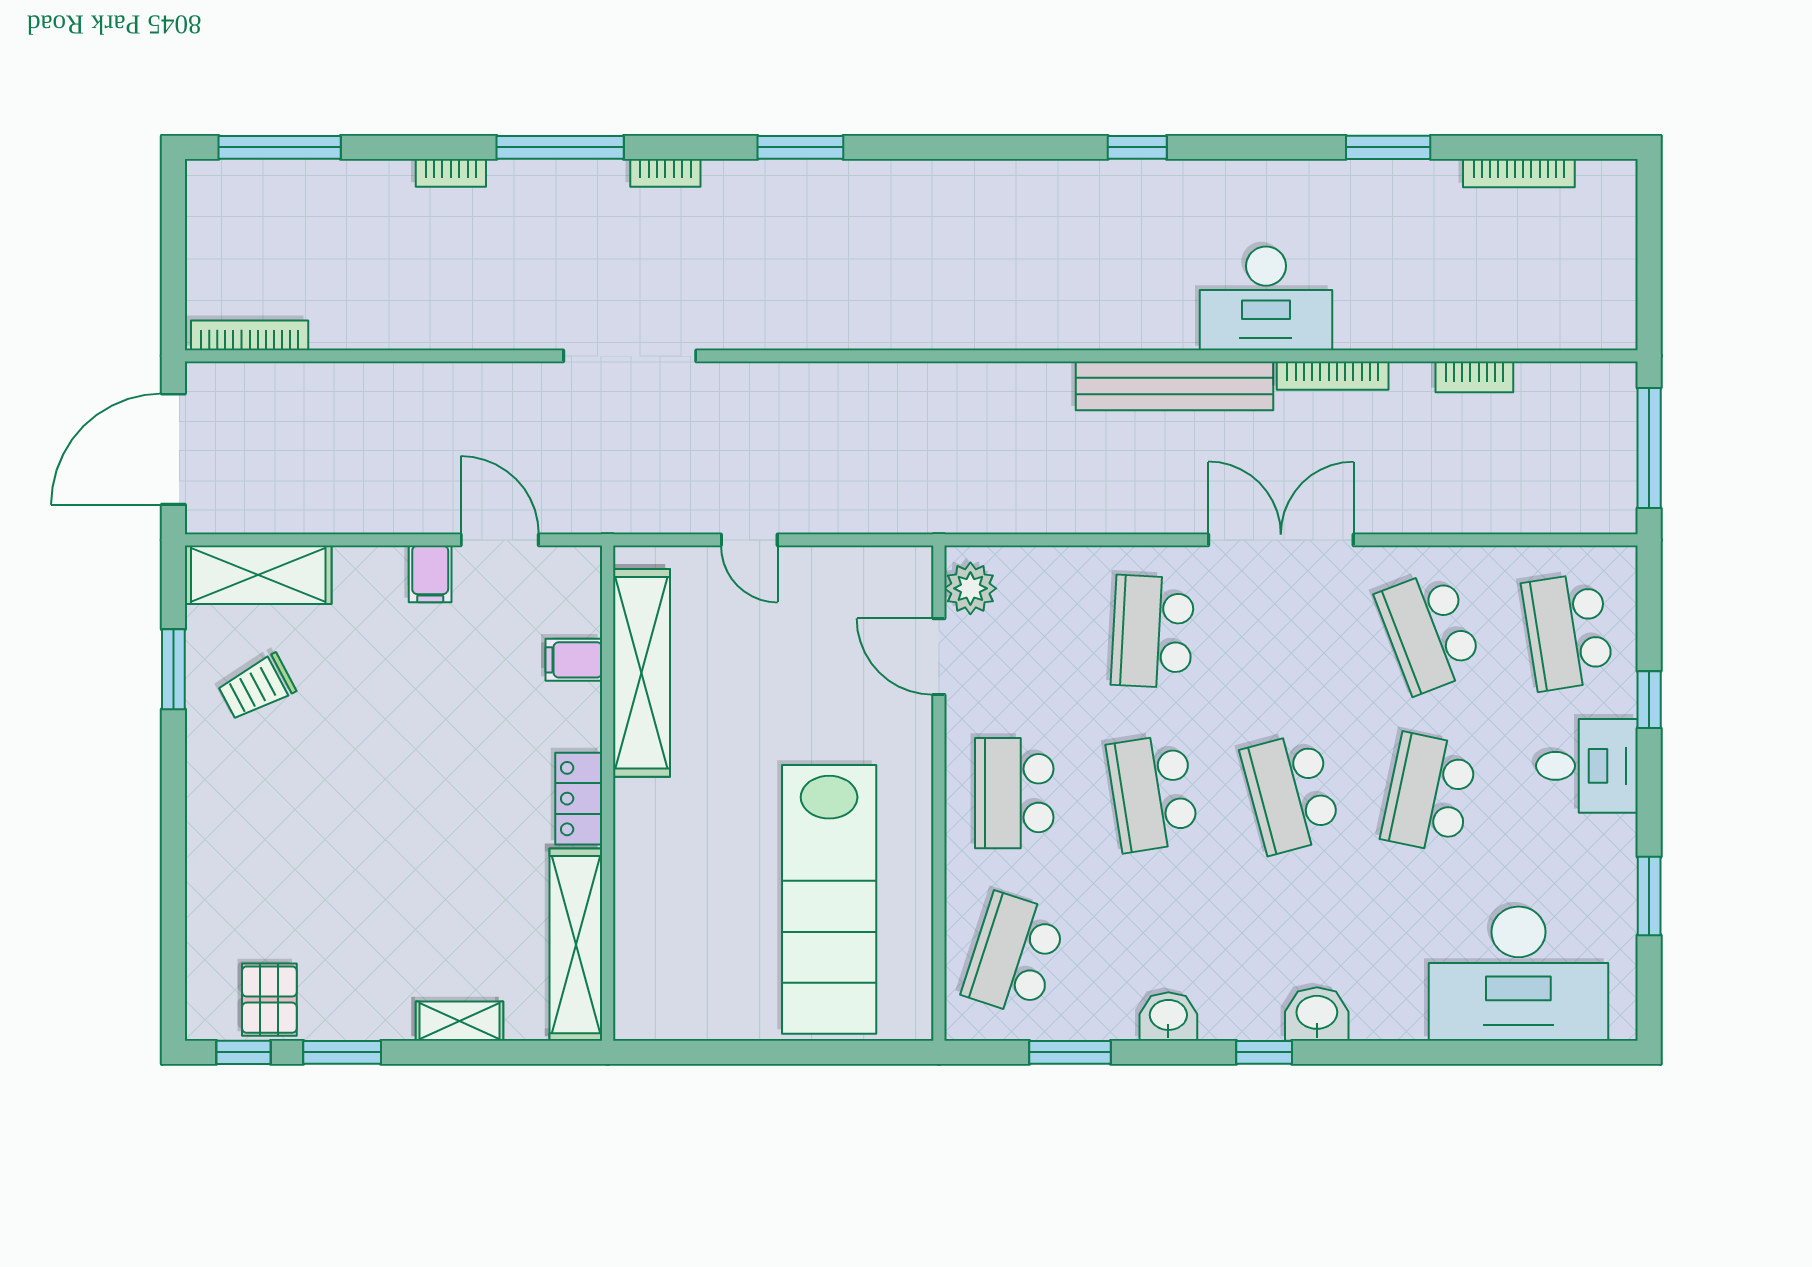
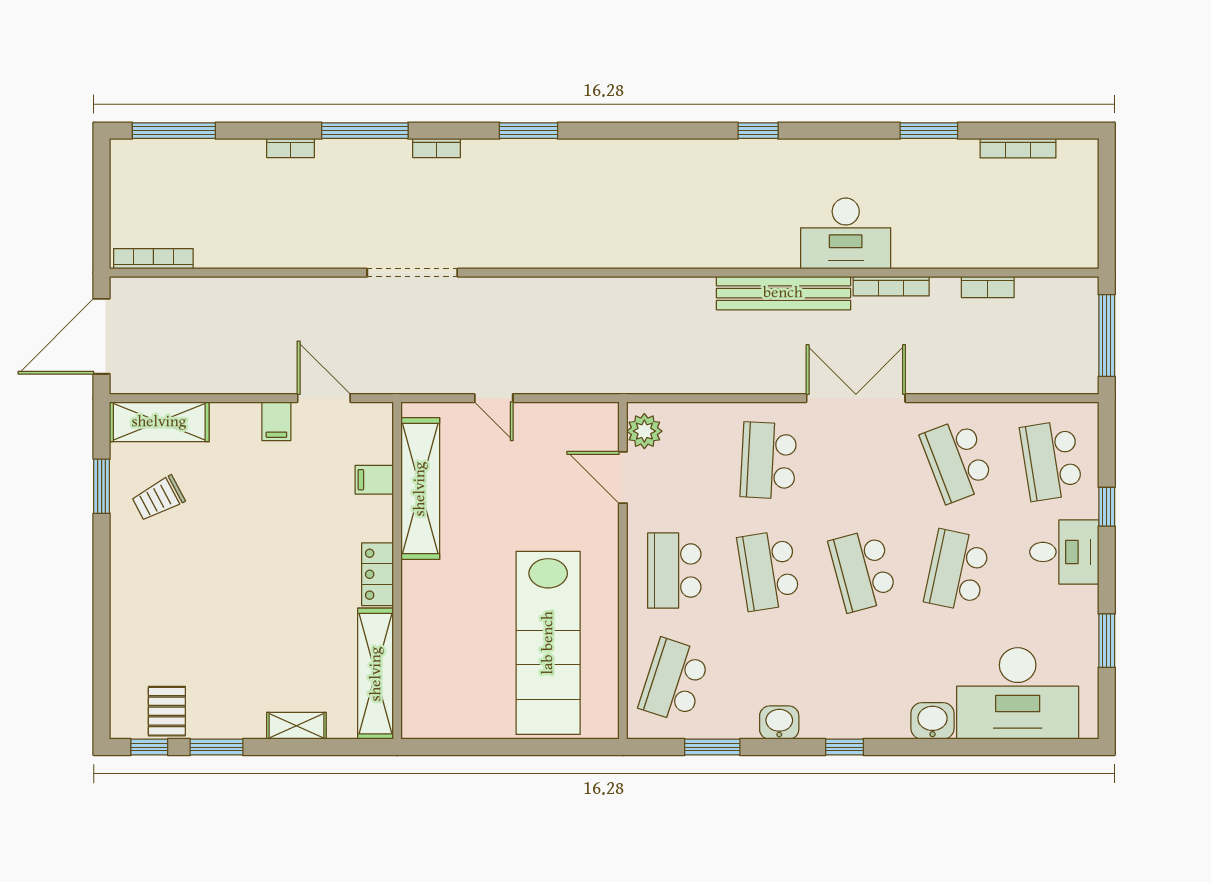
washbasin: (1317, 1014) -> (932, 721), moved

